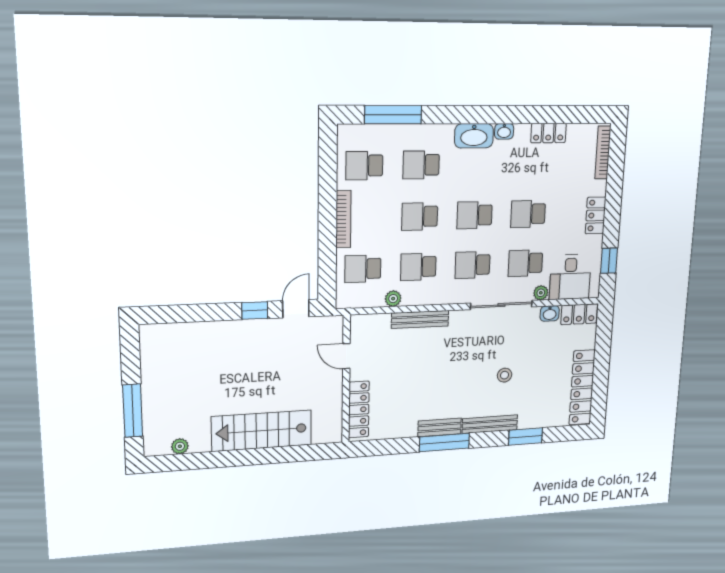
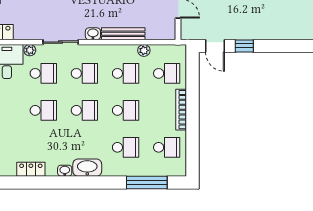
sliding door: (501, 305) -> (61, 42), width x0.73
door: (296, 309) -> (215, 46), hinge flipped
washbasin: (550, 313) -> (93, 34), moved

